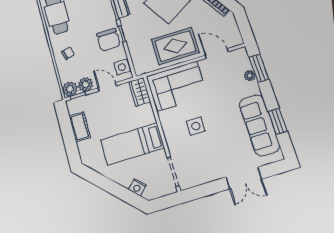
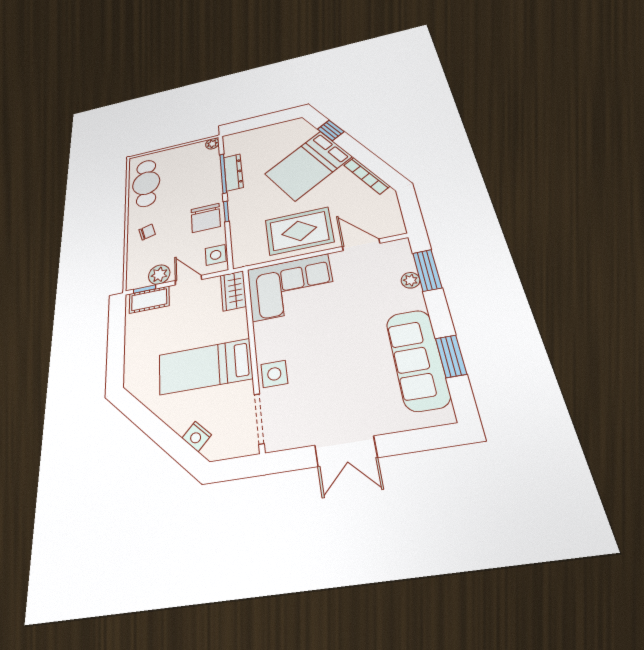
plant: (70, 89) -> (136, 279), removed
side table: (196, 126) -> (274, 374), moved
cot: (80, 127) -> (149, 300), moved, turned 90
double door: (244, 178) -> (346, 451), moved

